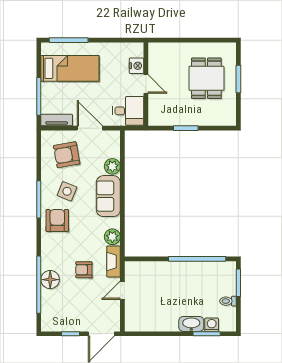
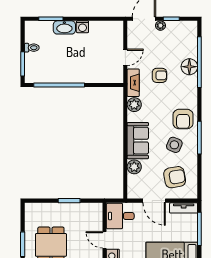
washing machine: (212, 325) -> (82, 27), moved
plant: (83, 326) -> (160, 26), added

